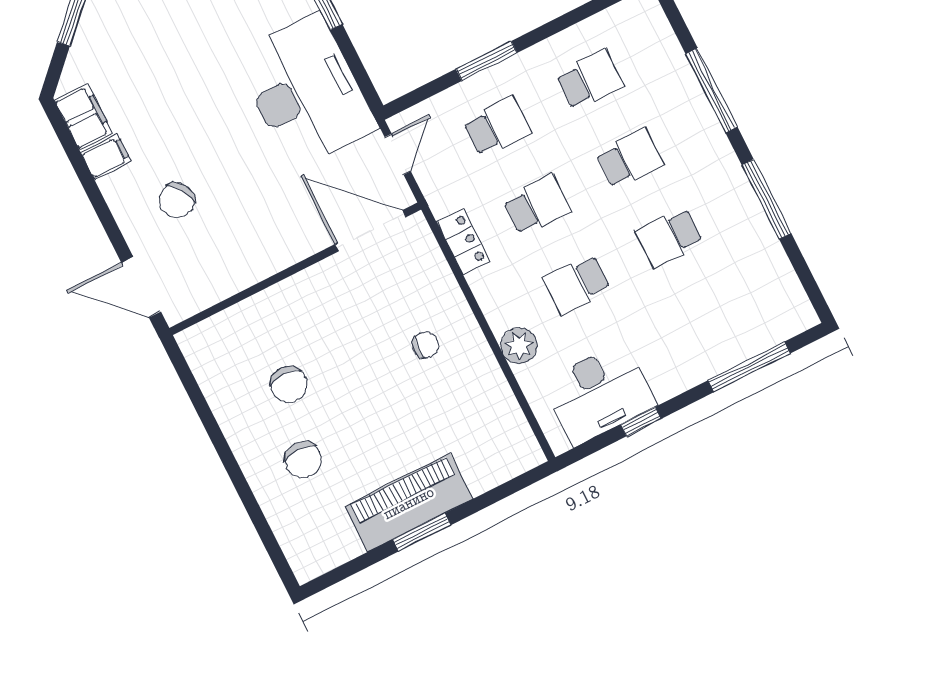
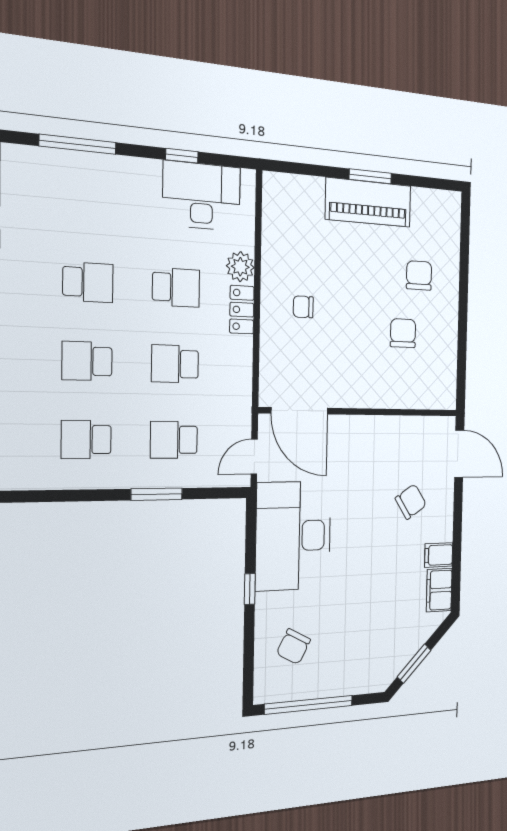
locker: (463, 242) -> (242, 310), moved

